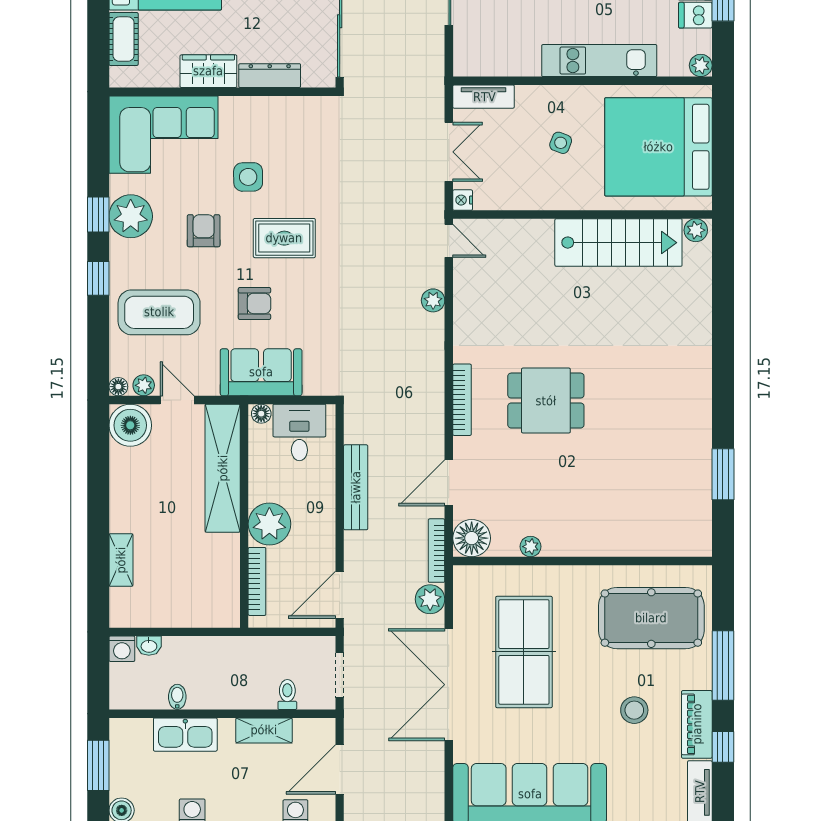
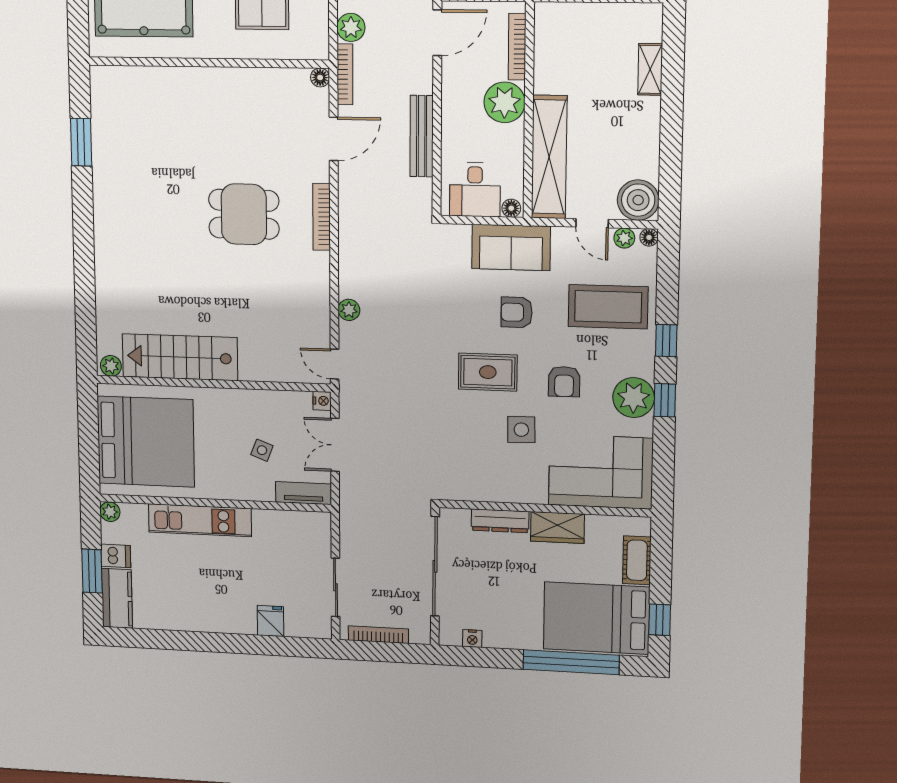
side table: (561, 143) -> (262, 450), moved
floor lamp: (472, 538) -> (320, 78), width x0.53, depth x0.53
plant: (531, 547) -> (257, 77), removed

